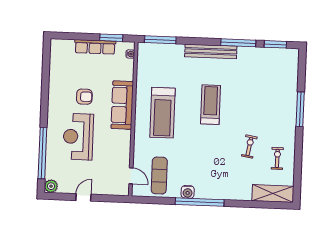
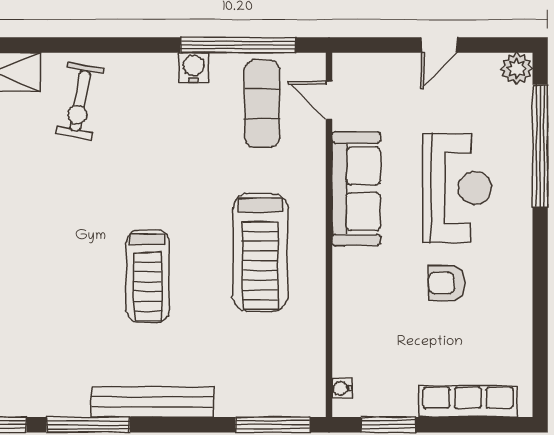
row of seats: (95, 47) -> (468, 402), moved
sofa: (122, 105) -> (356, 189), moved
treadmill: (163, 113) -> (260, 252), turned 180
exercise bike: (249, 146) -> (80, 101), moved, width x1.38, depth x1.39
window: (200, 202) -> (238, 45), moved

